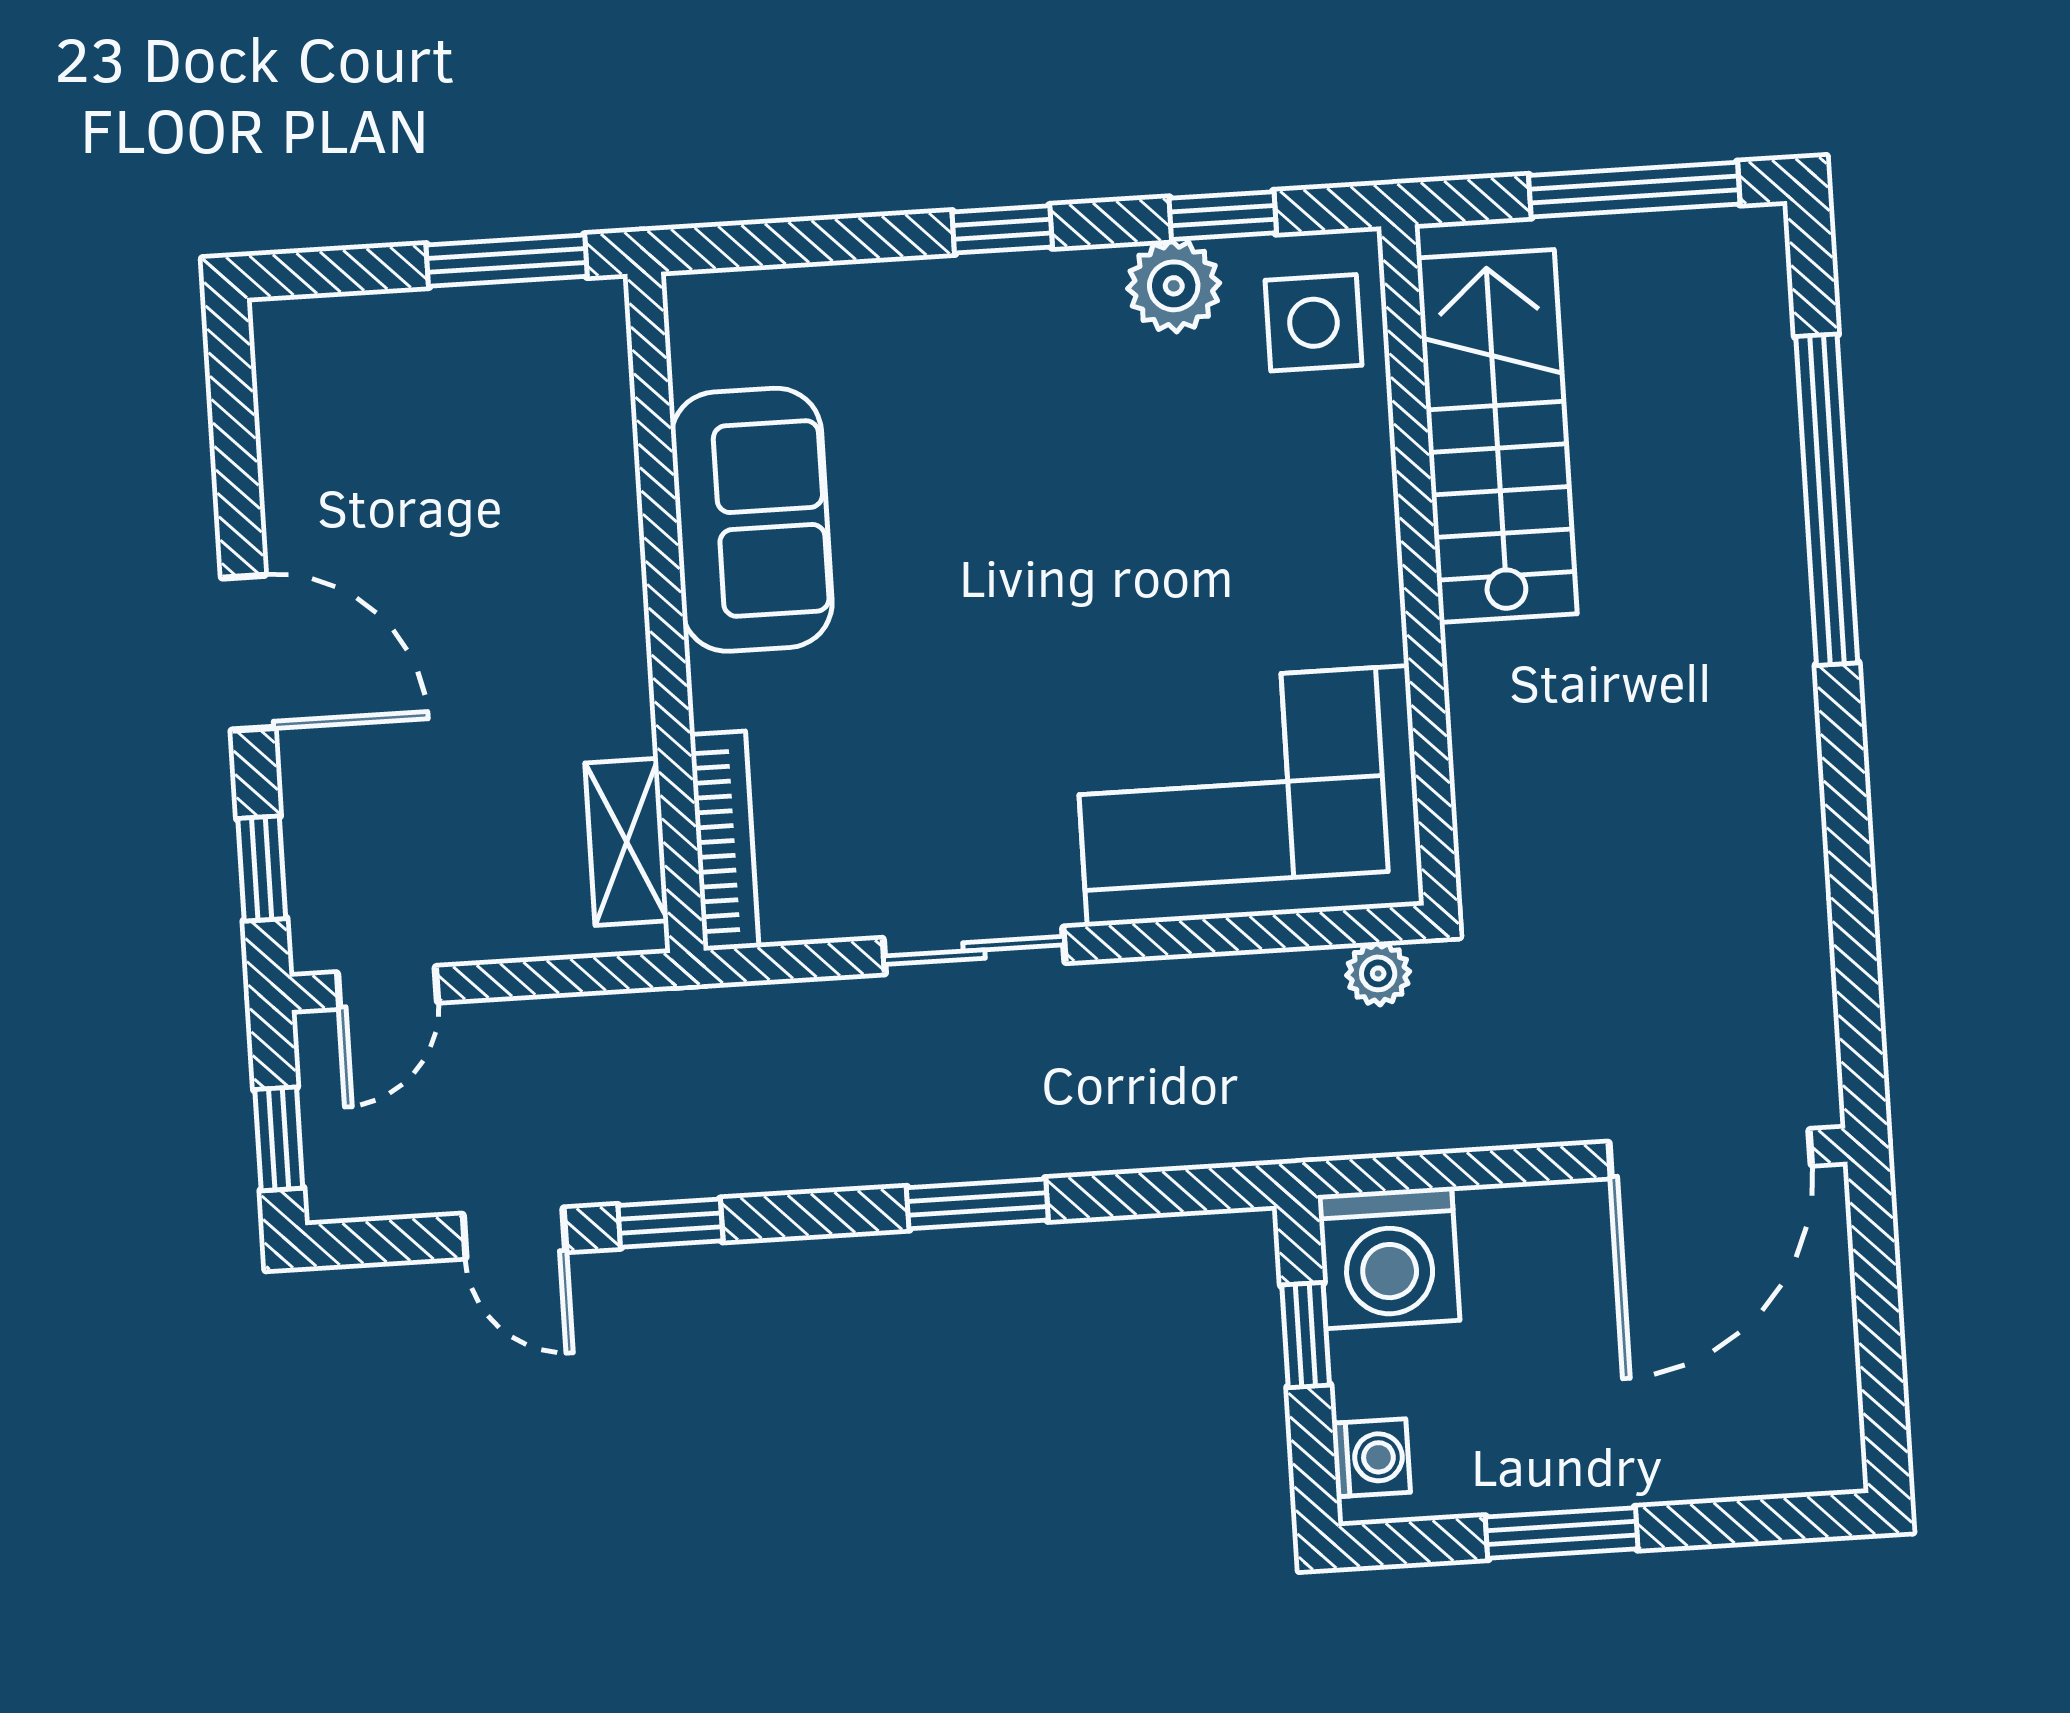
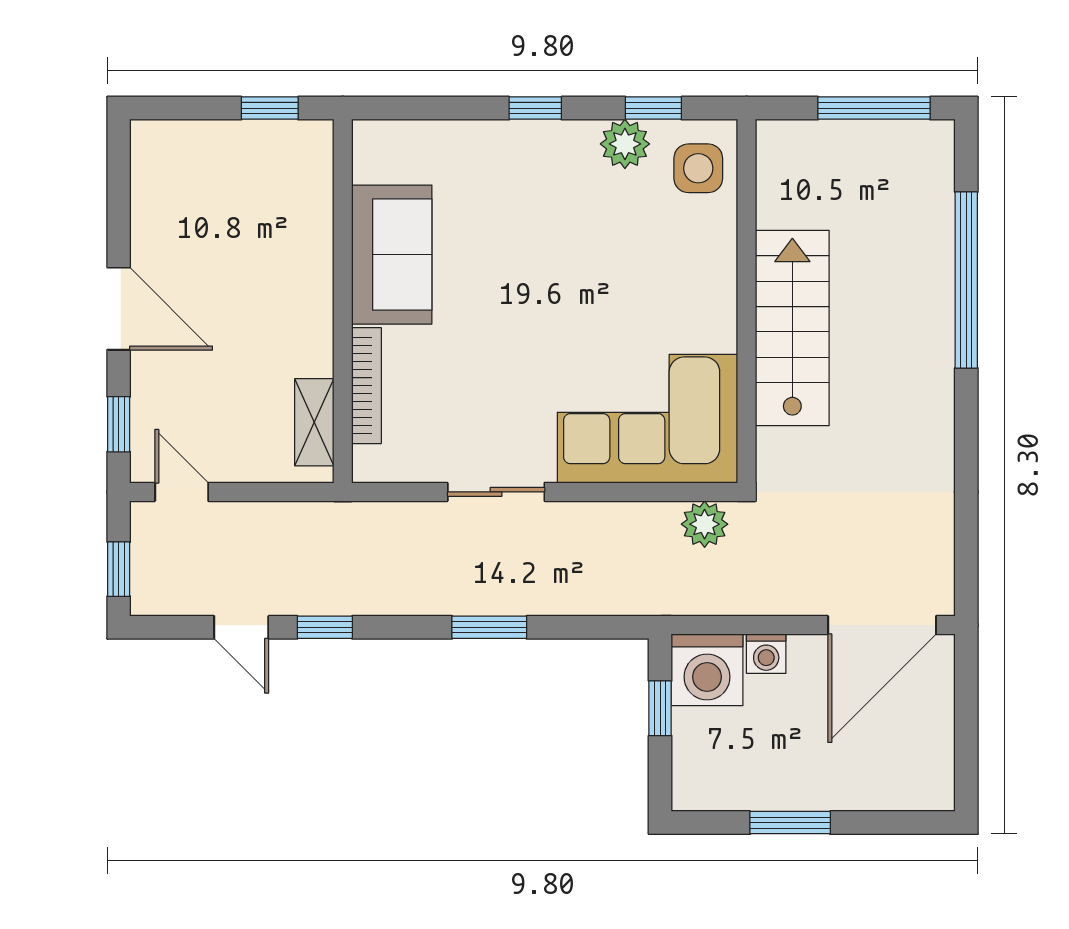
window: (507, 261) -> (270, 108), width x0.67
stairs: (1497, 436) -> (792, 328), moved
bookcase: (724, 841) -> (366, 386), moved
plant: (1378, 973) -> (705, 524), width x1.38, depth x1.38
door: (387, 987) -> (182, 492), swing flipped
washing machine: (1371, 1458) -> (766, 654), moved, turned 90

